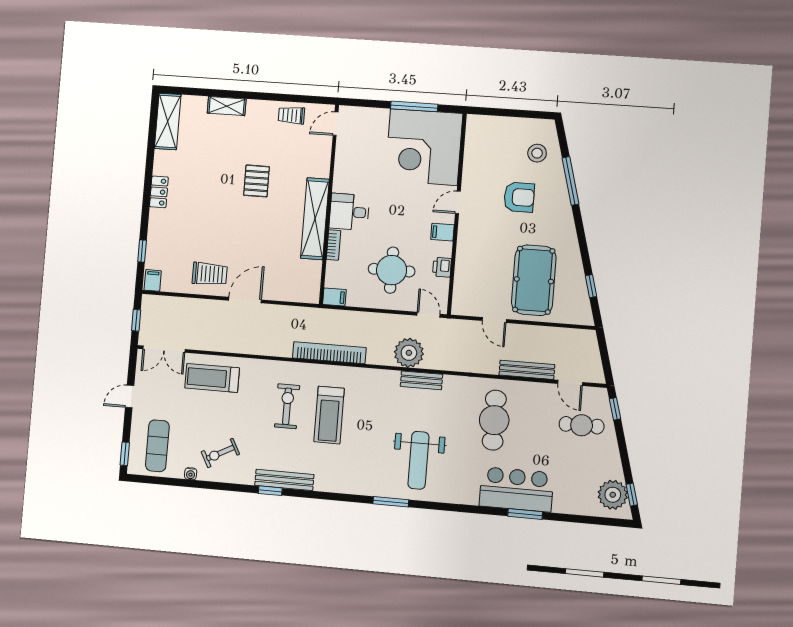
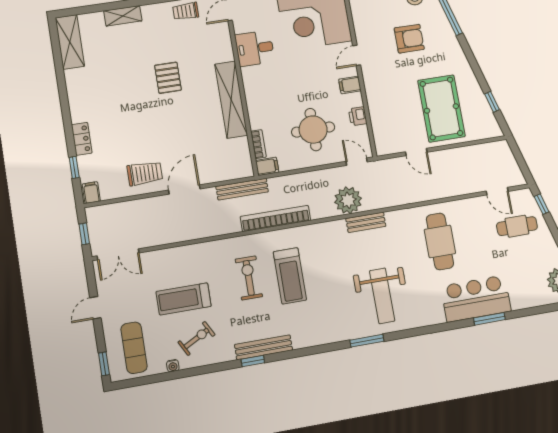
locker: (159, 192) -> (82, 139), moved
desk: (349, 212) -> (255, 48), moved
bookcase: (334, 245) -> (258, 144), moved
bench: (527, 370) -> (242, 189), moved
treadmill: (212, 378) -> (184, 299), moved
exercise bike: (220, 453) -> (197, 338), turned 180

